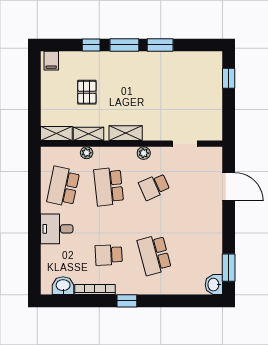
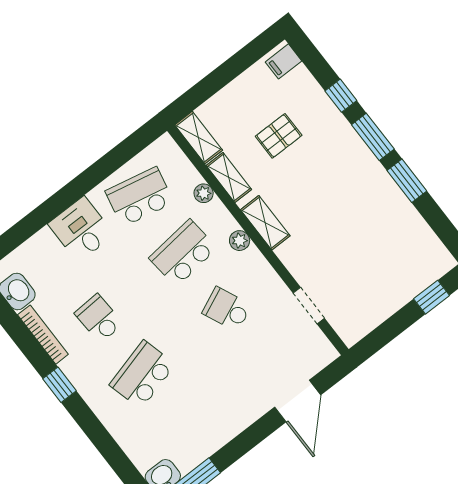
plant: (144, 153) -> (240, 241), moved

